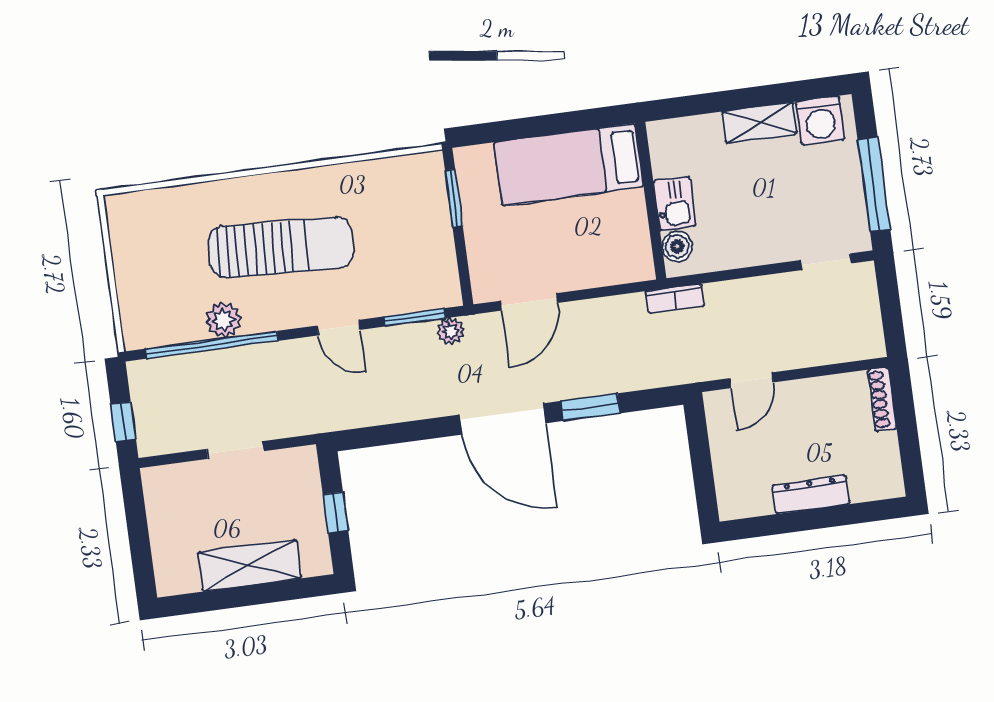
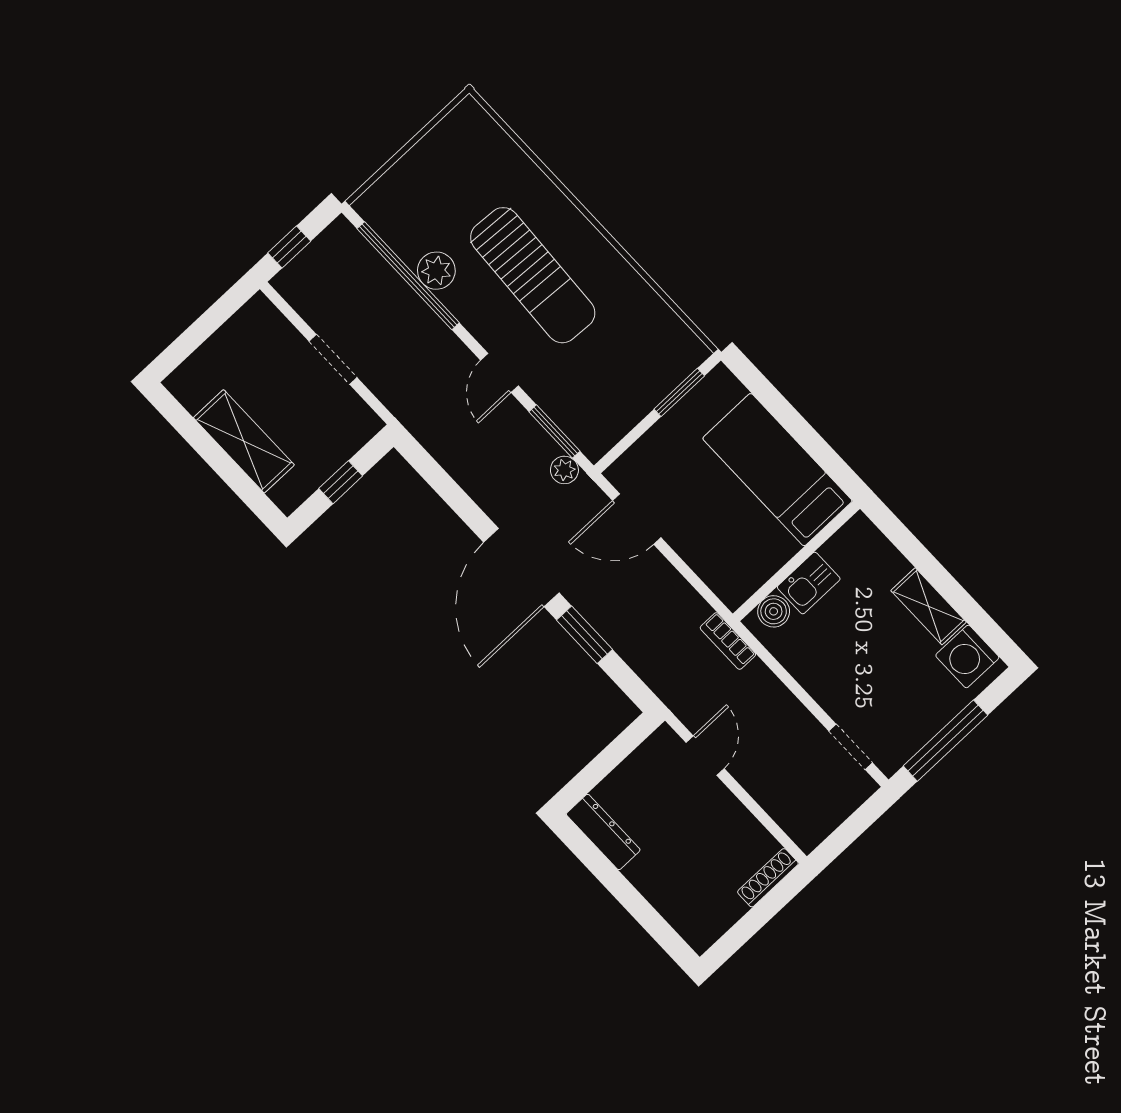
door: (752, 380) -> (705, 756), swing flipped
dresser: (811, 495) -> (603, 832), moved

